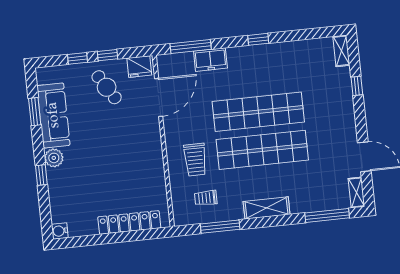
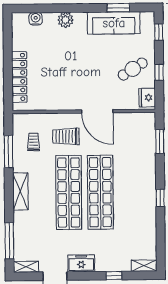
window: (191, 46) -> (160, 141), width x0.69
window: (77, 58) -> (159, 32), moved
freezer: (210, 60) -> (81, 263), moved, turned 90
door: (159, 97) -> (97, 111), moved
plant: (54, 158) -> (65, 20), moved
window: (41, 175) -> (65, 8), removed
water cooler: (60, 231) -> (36, 19), moved

